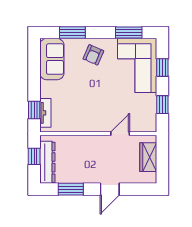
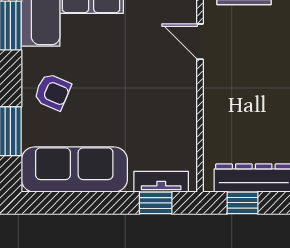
sofa: (52, 59) -> (74, 170), width x1.36

